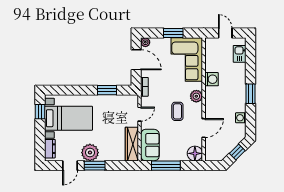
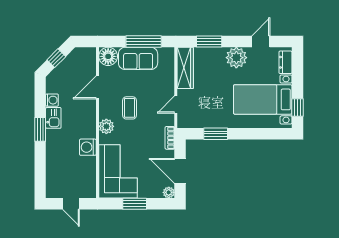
kitchen sink: (240, 54) -> (53, 118), moved
sofa: (150, 145) -> (138, 58), moved, turned -90
window: (95, 166) -> (209, 42), moved

